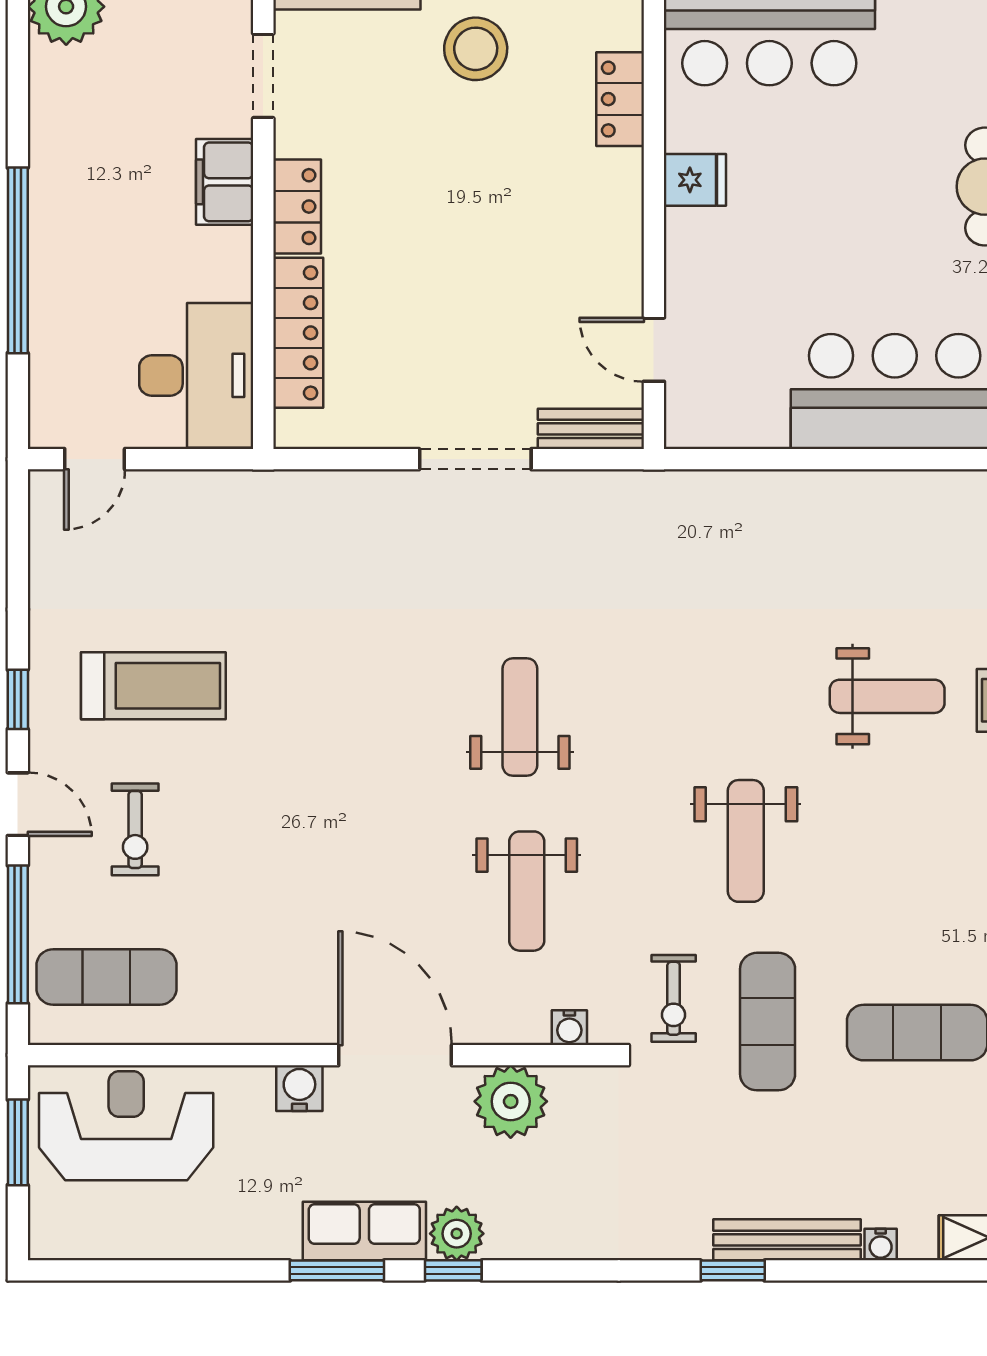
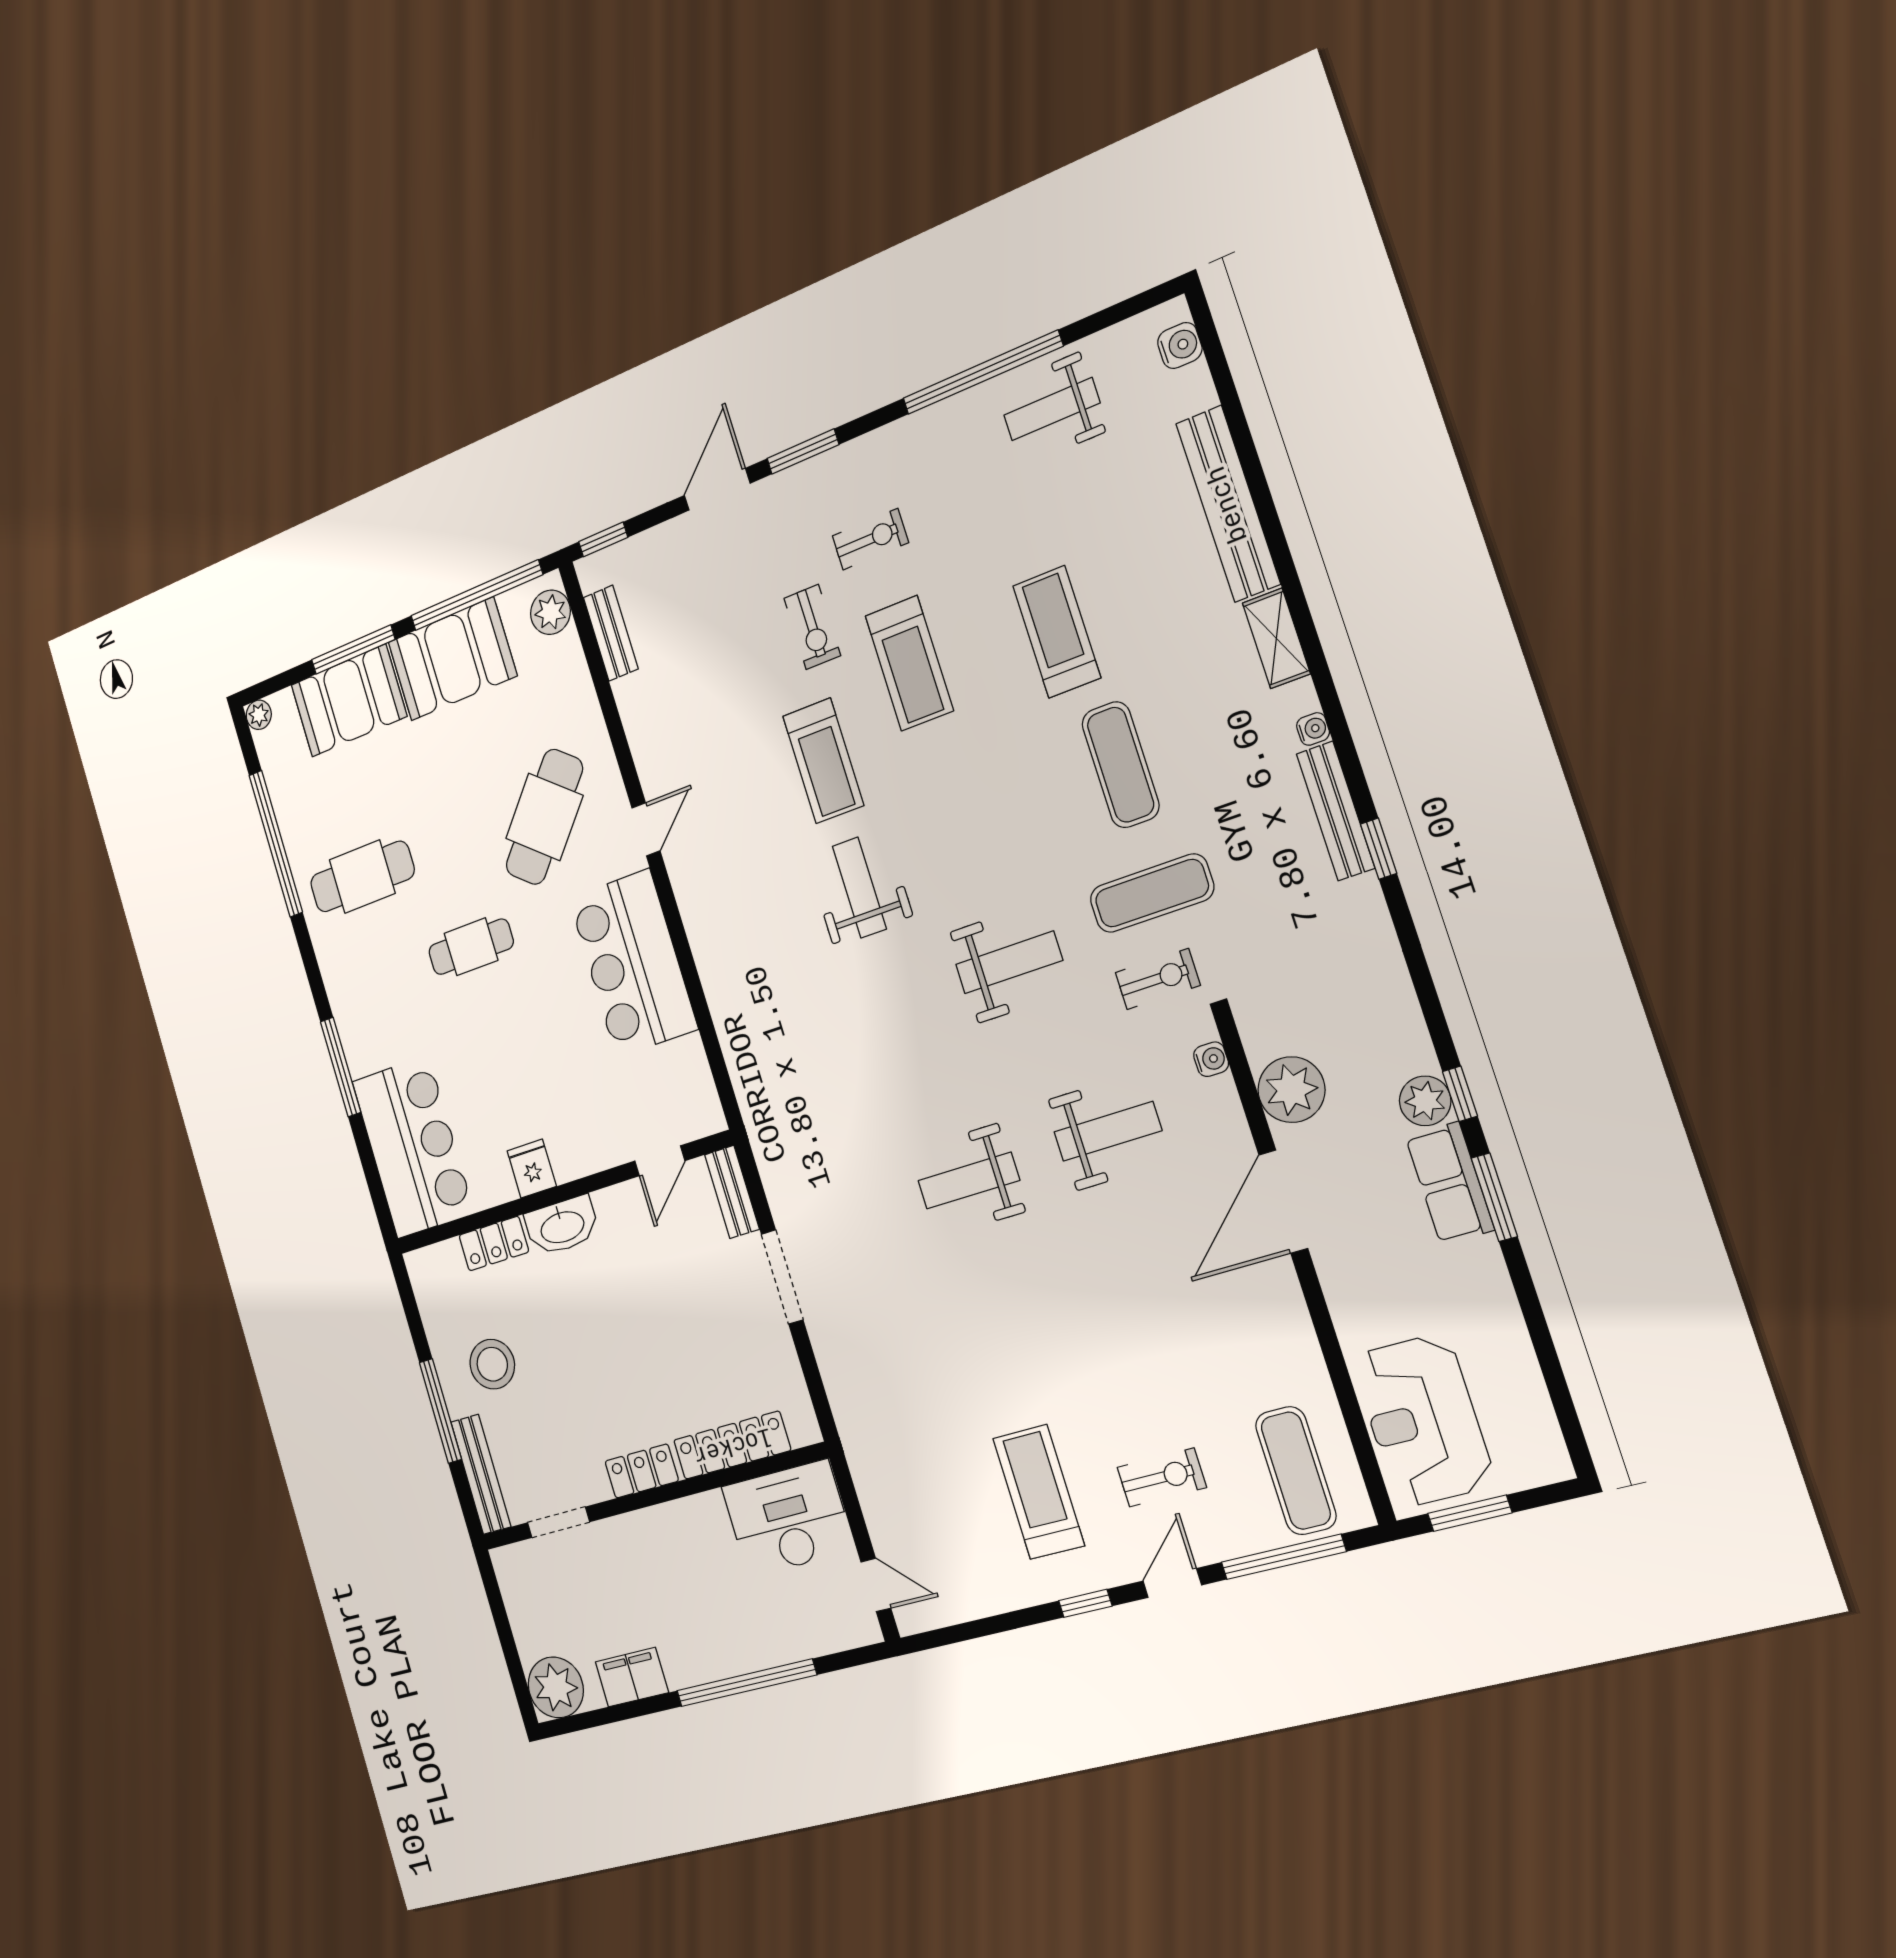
filing cabinet: (225, 182) -> (632, 1677), moved, turned 180
washbasin: (615, 197) -> (562, 1226), added
water cooler: (299, 1088) -> (1339, 1277), removed

